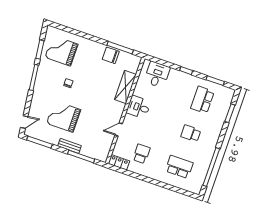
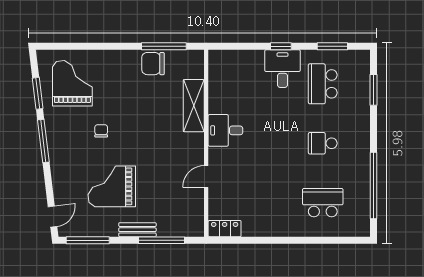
grand piano: (61, 51) -> (72, 83), turned 90
desk: (157, 75) -> (283, 69), moved
school desk: (141, 154) -> (256, 203), removed

